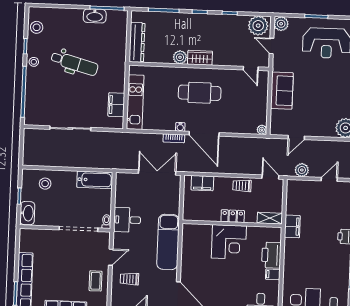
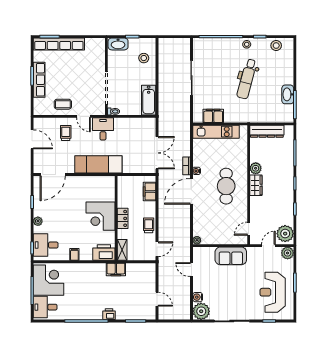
water cooler: (329, 132) -> (198, 297), added
plant: (302, 170) -> (164, 276), removed
desk: (127, 220) -> (103, 129), moved
printer: (271, 255) -> (104, 253), moved

